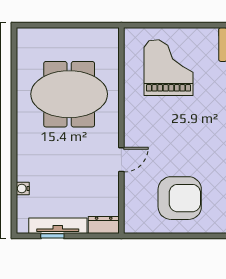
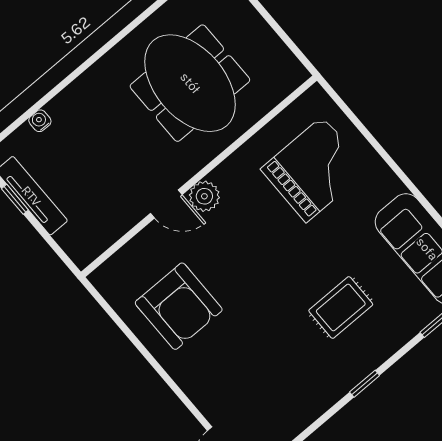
plant: (134, 136) -> (204, 196), added
dresser: (104, 225) -> (76, 246), removed

